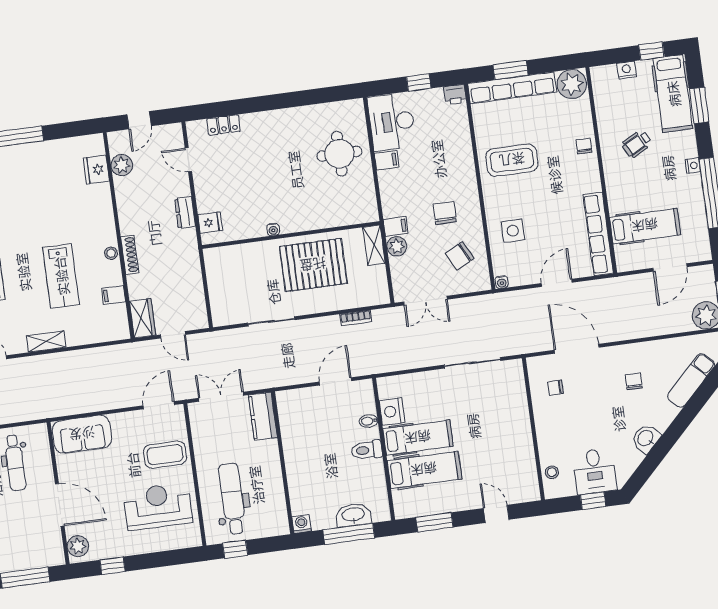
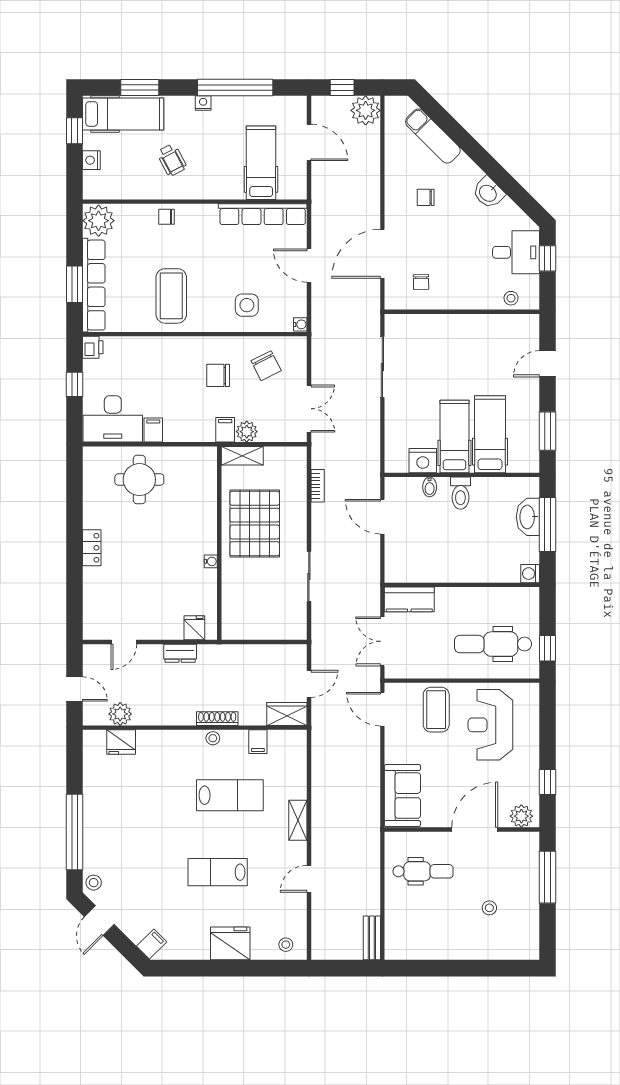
locker: (224, 125) -> (92, 548), moved

